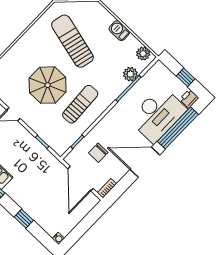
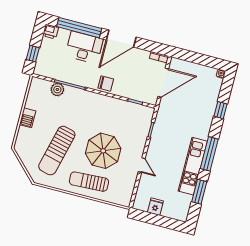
plant: (143, 54) -> (35, 88), removed
window: (186, 77) -> (33, 54), moved
sun lounger: (80, 104) -> (89, 182), moved
desk: (158, 114) -> (84, 47), width x0.73, depth x0.77
chair: (98, 153) -> (106, 84), moved
door: (145, 162) -> (121, 39), hinge flipped

